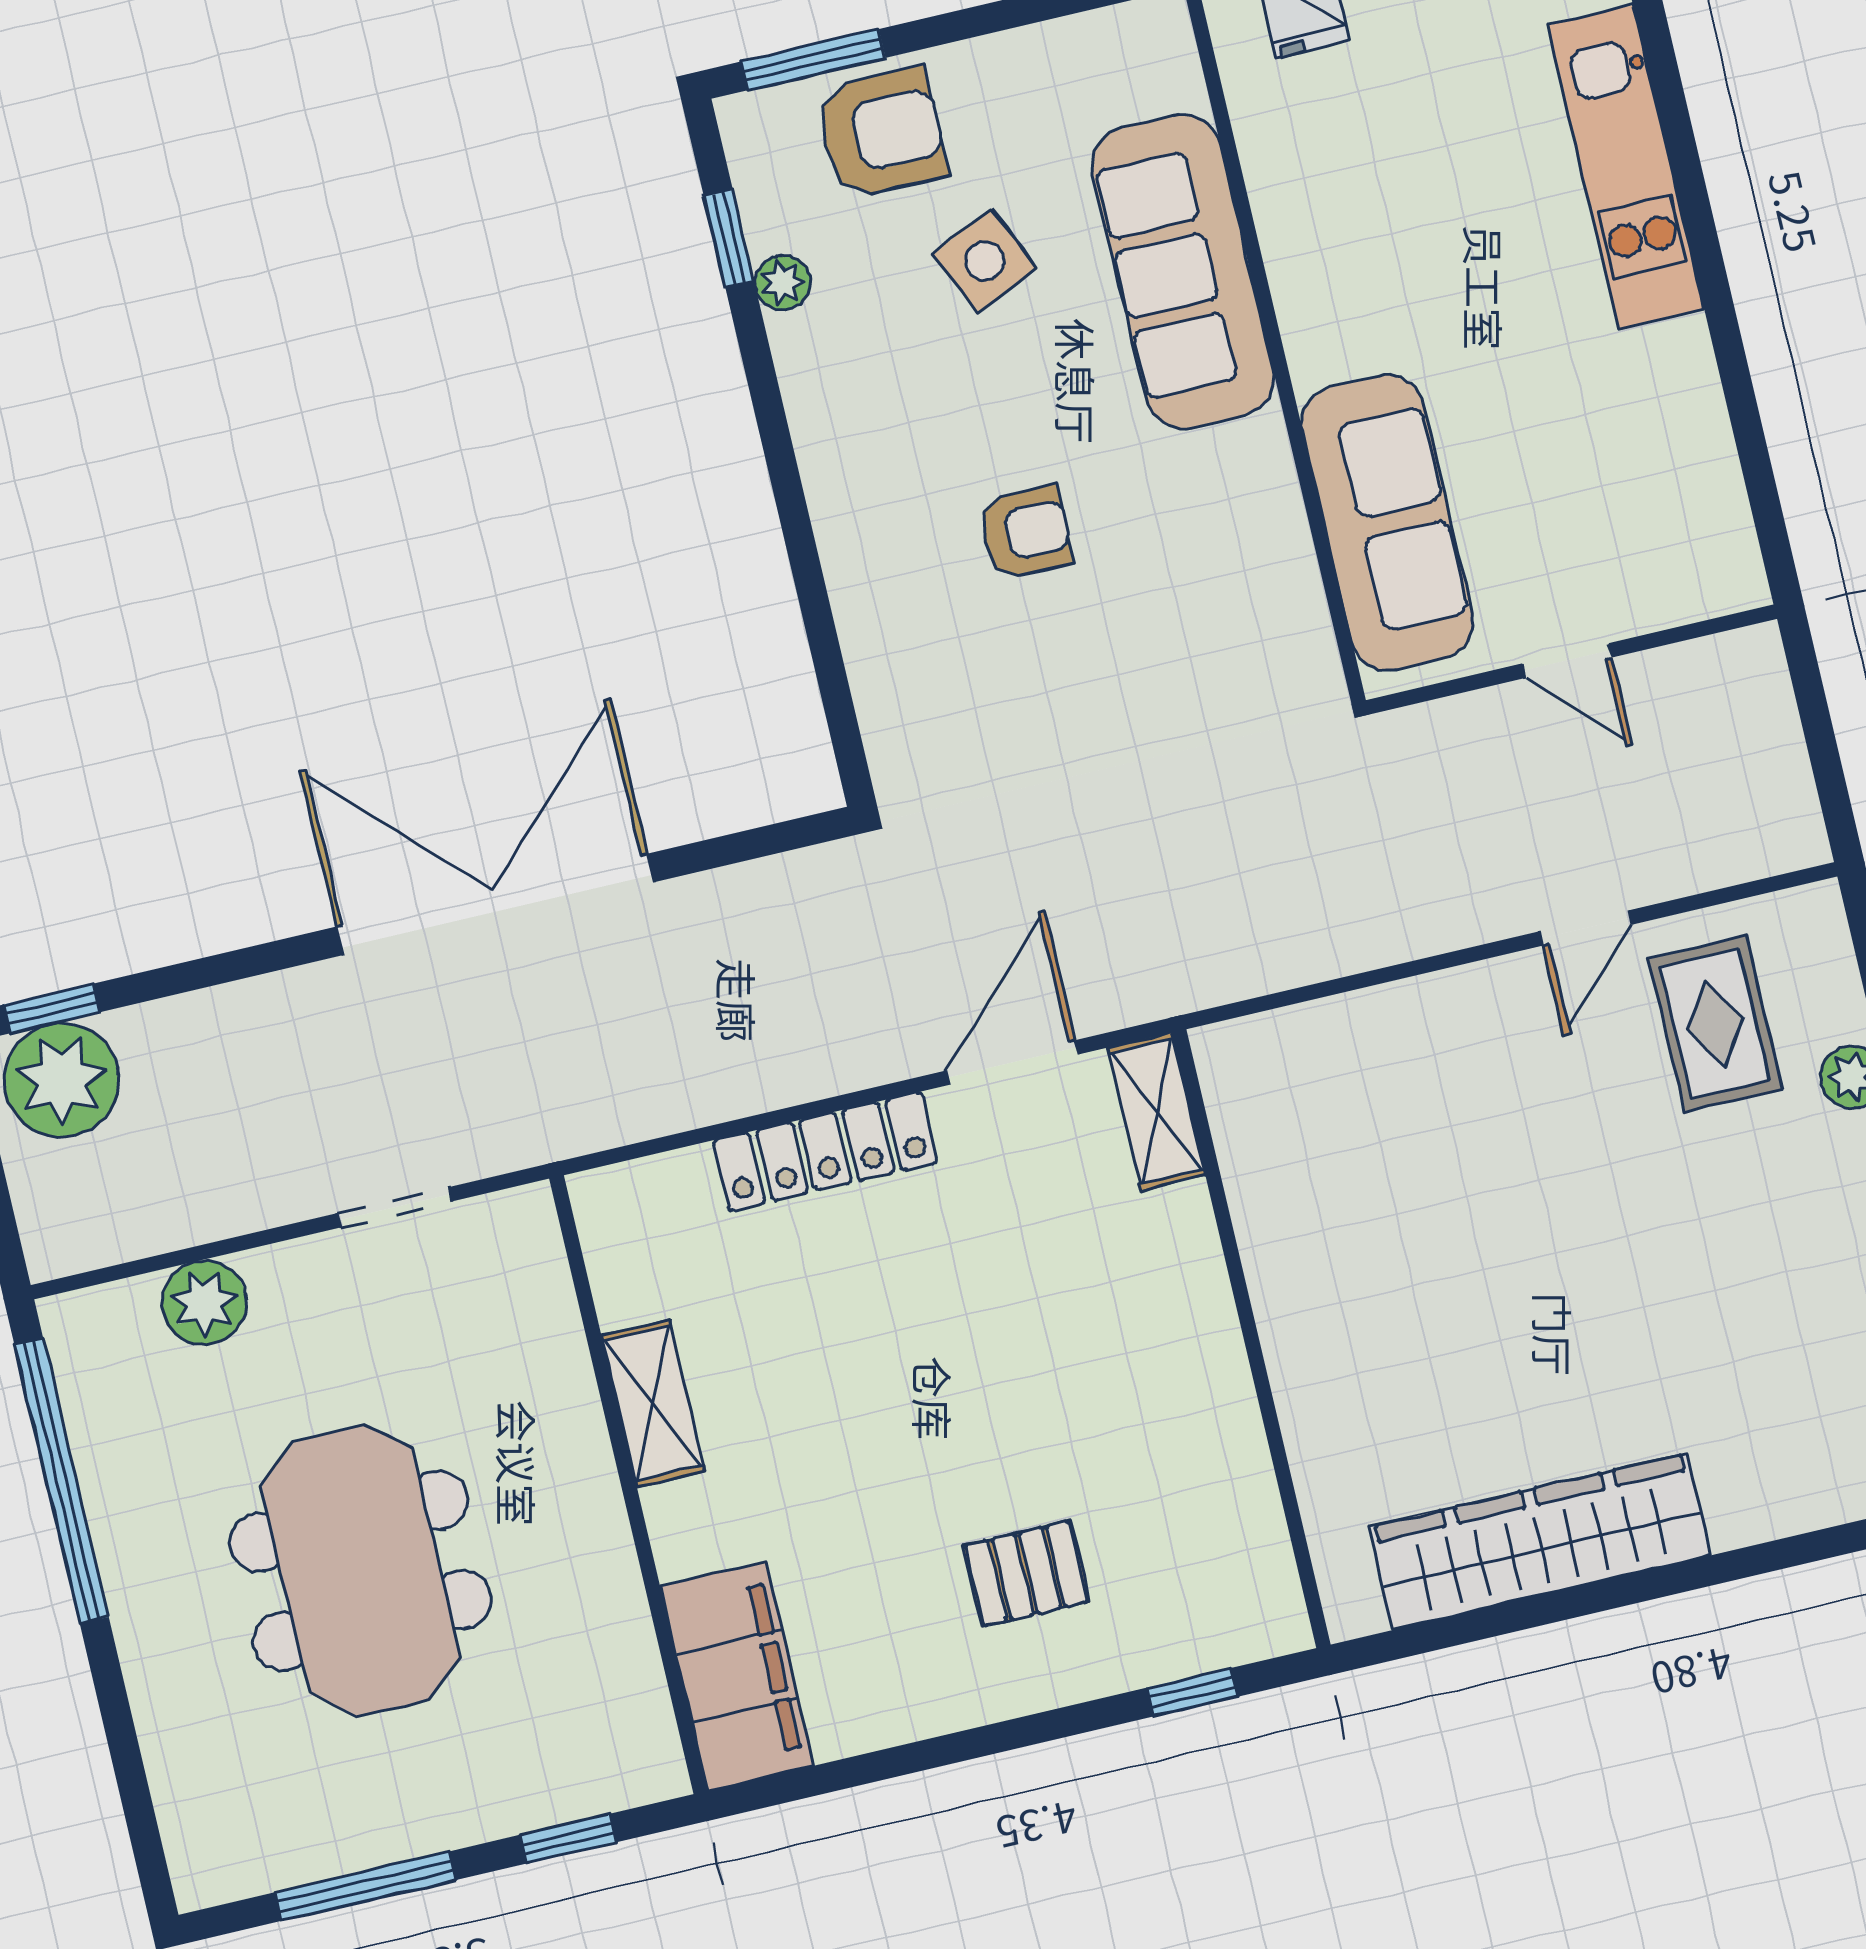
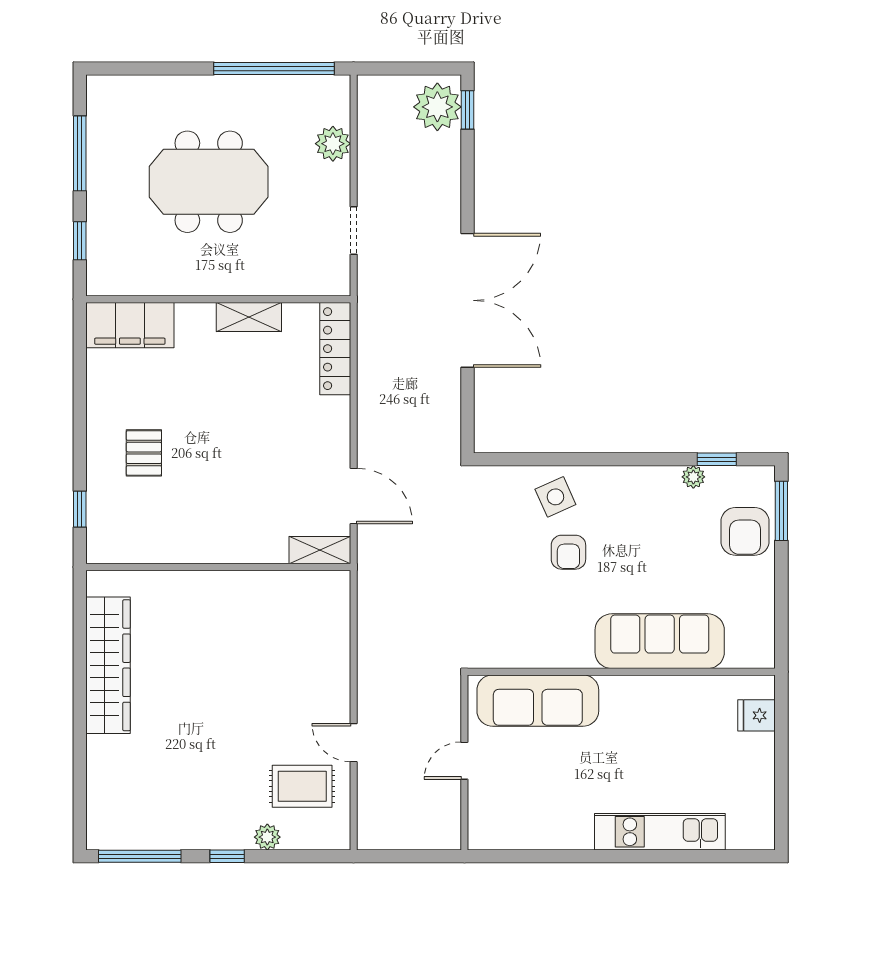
side table: (985, 261) -> (555, 497), moved
locker: (825, 1151) -> (335, 349), moved

